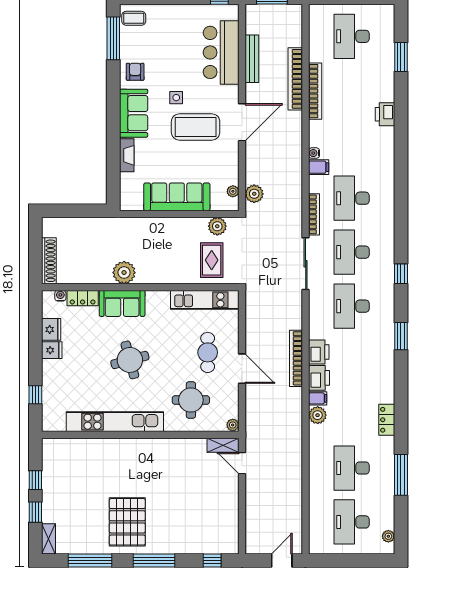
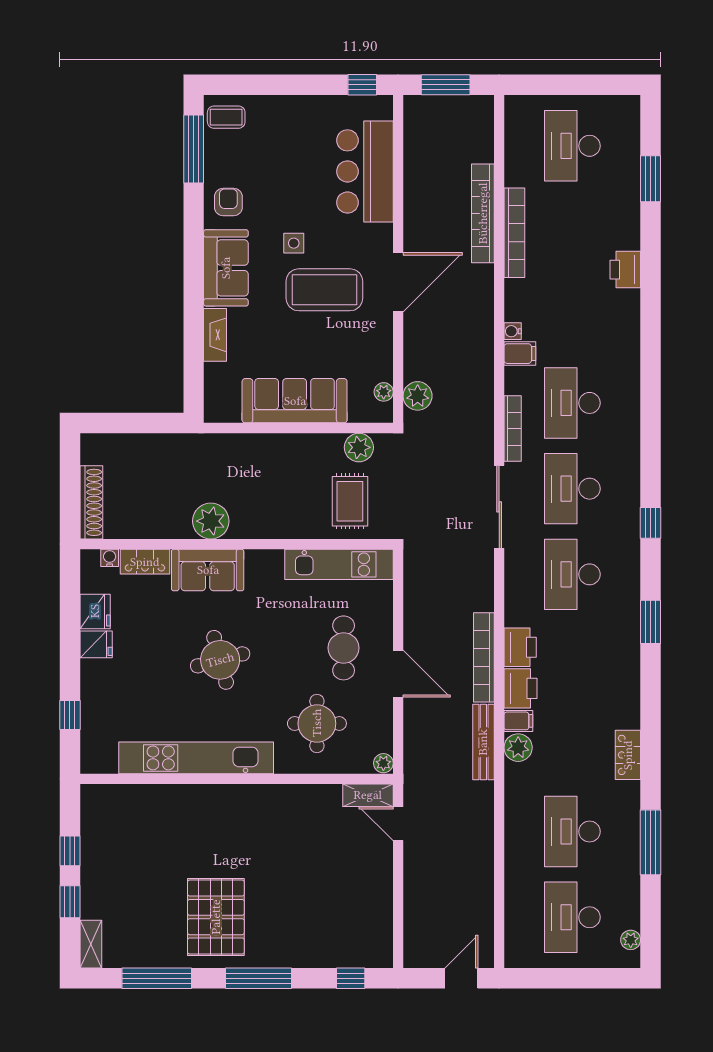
bench: (252, 59) -> (483, 742), moved

